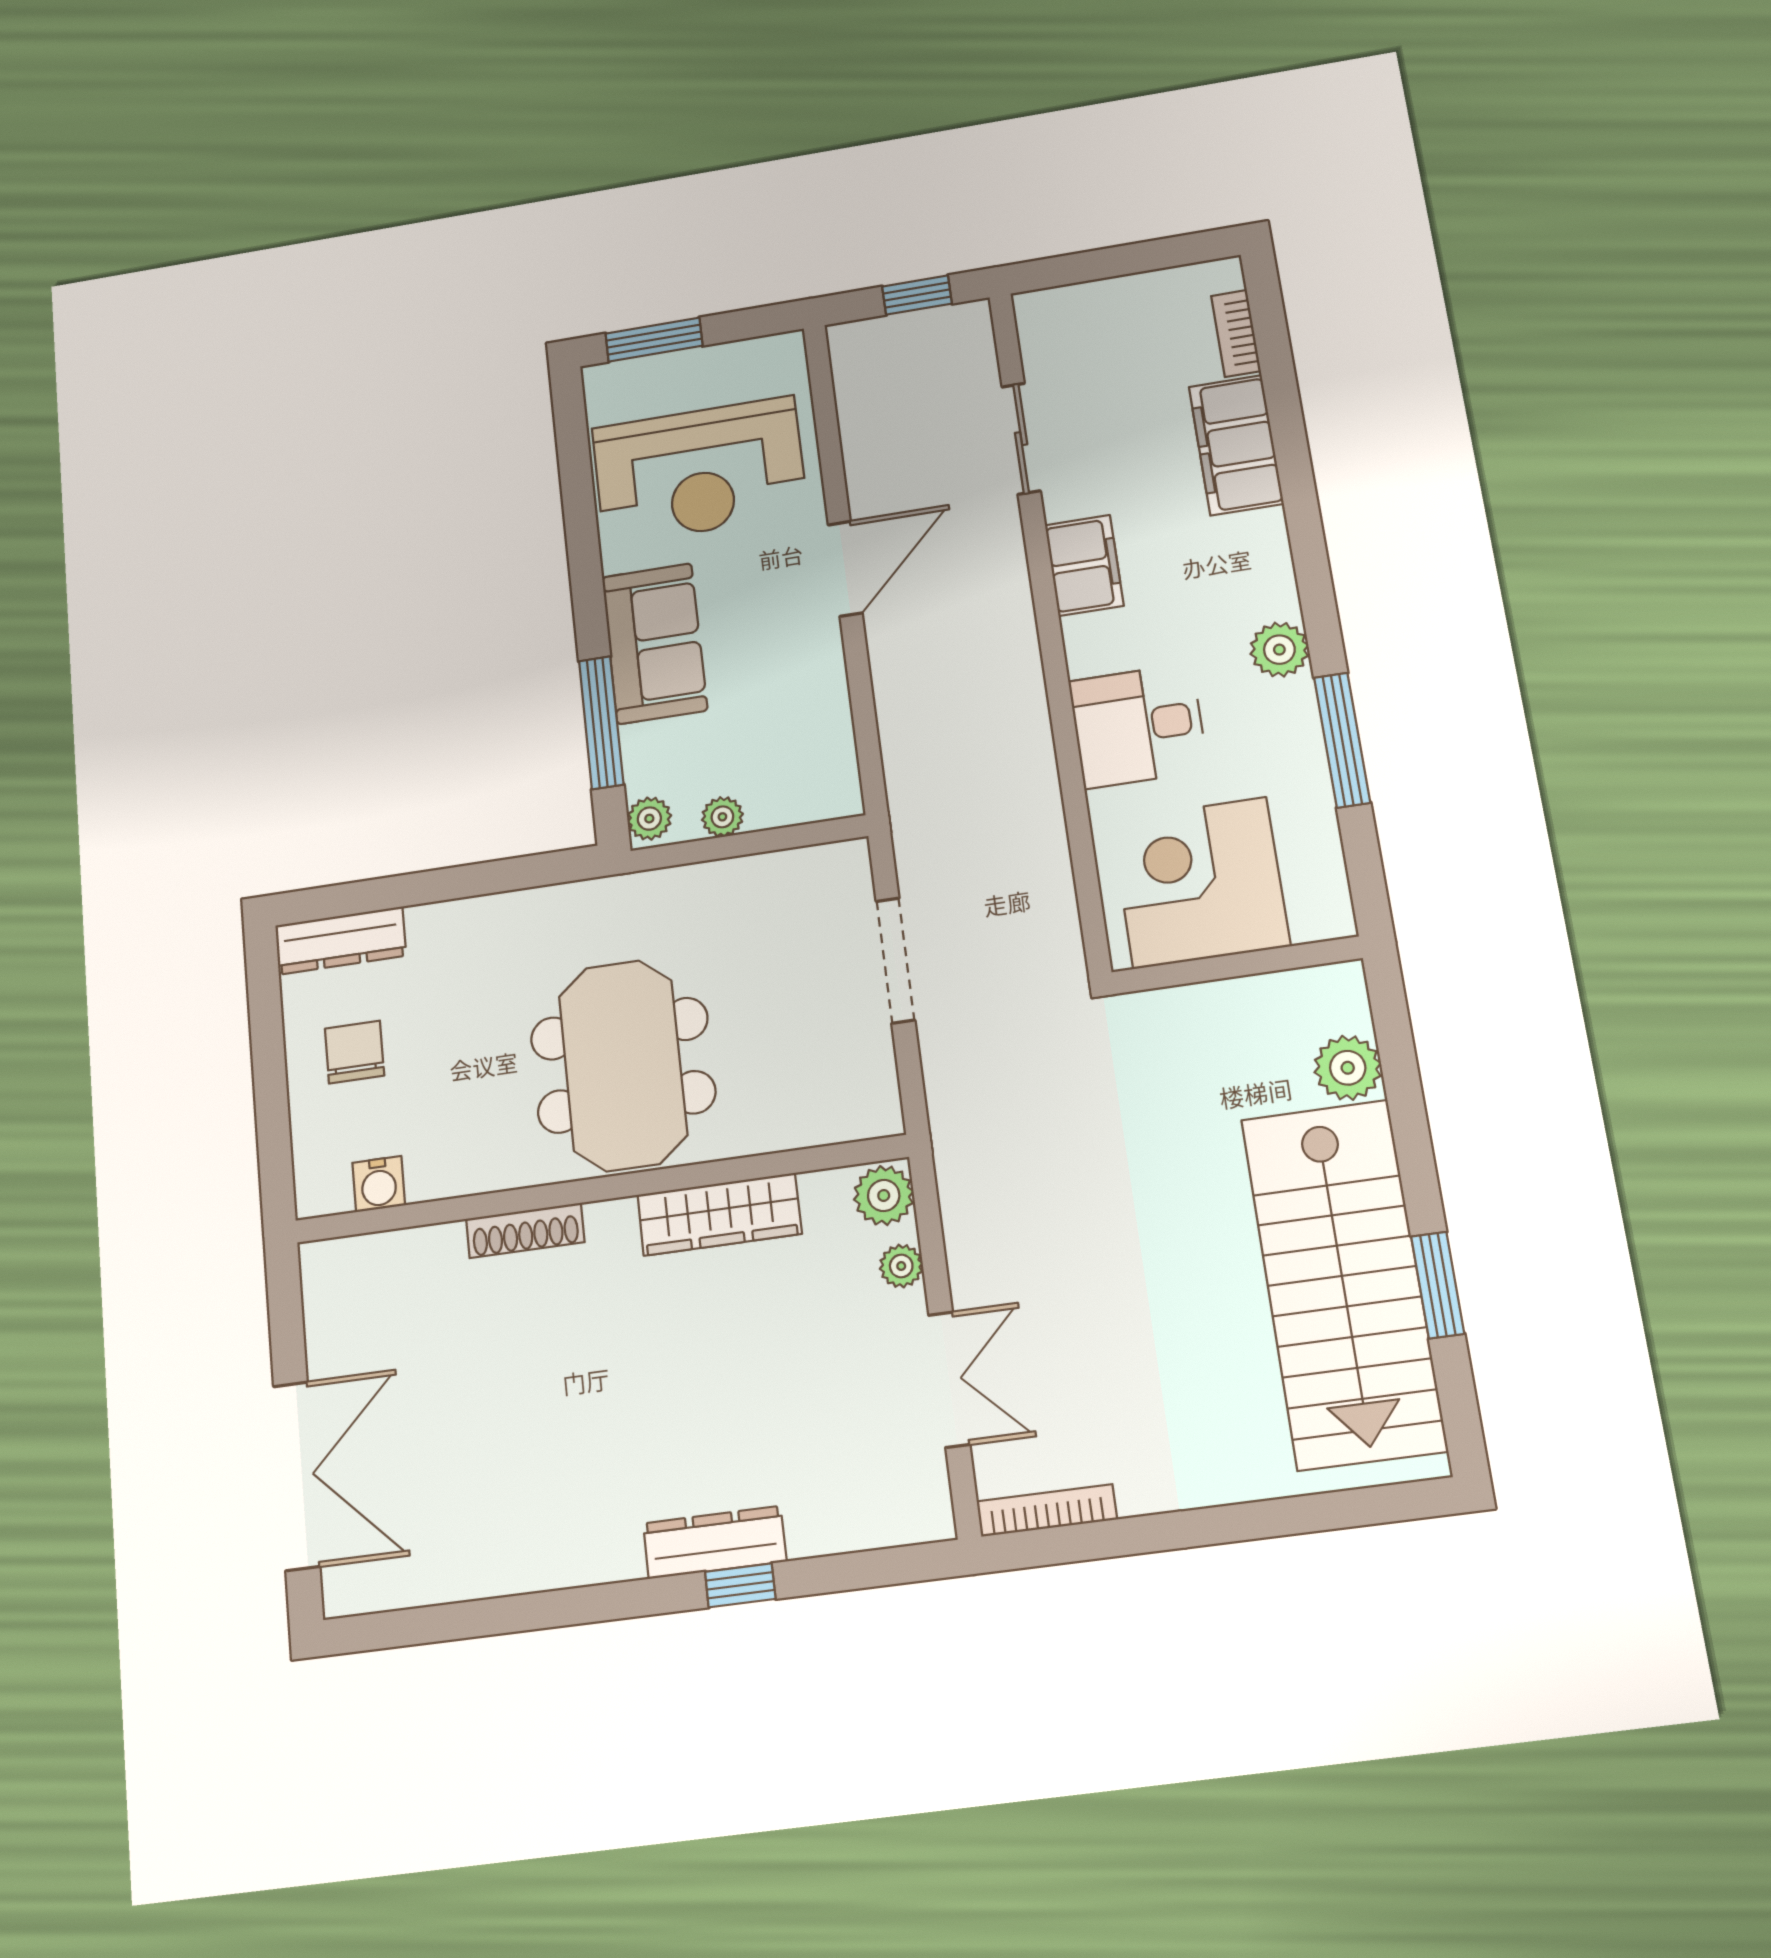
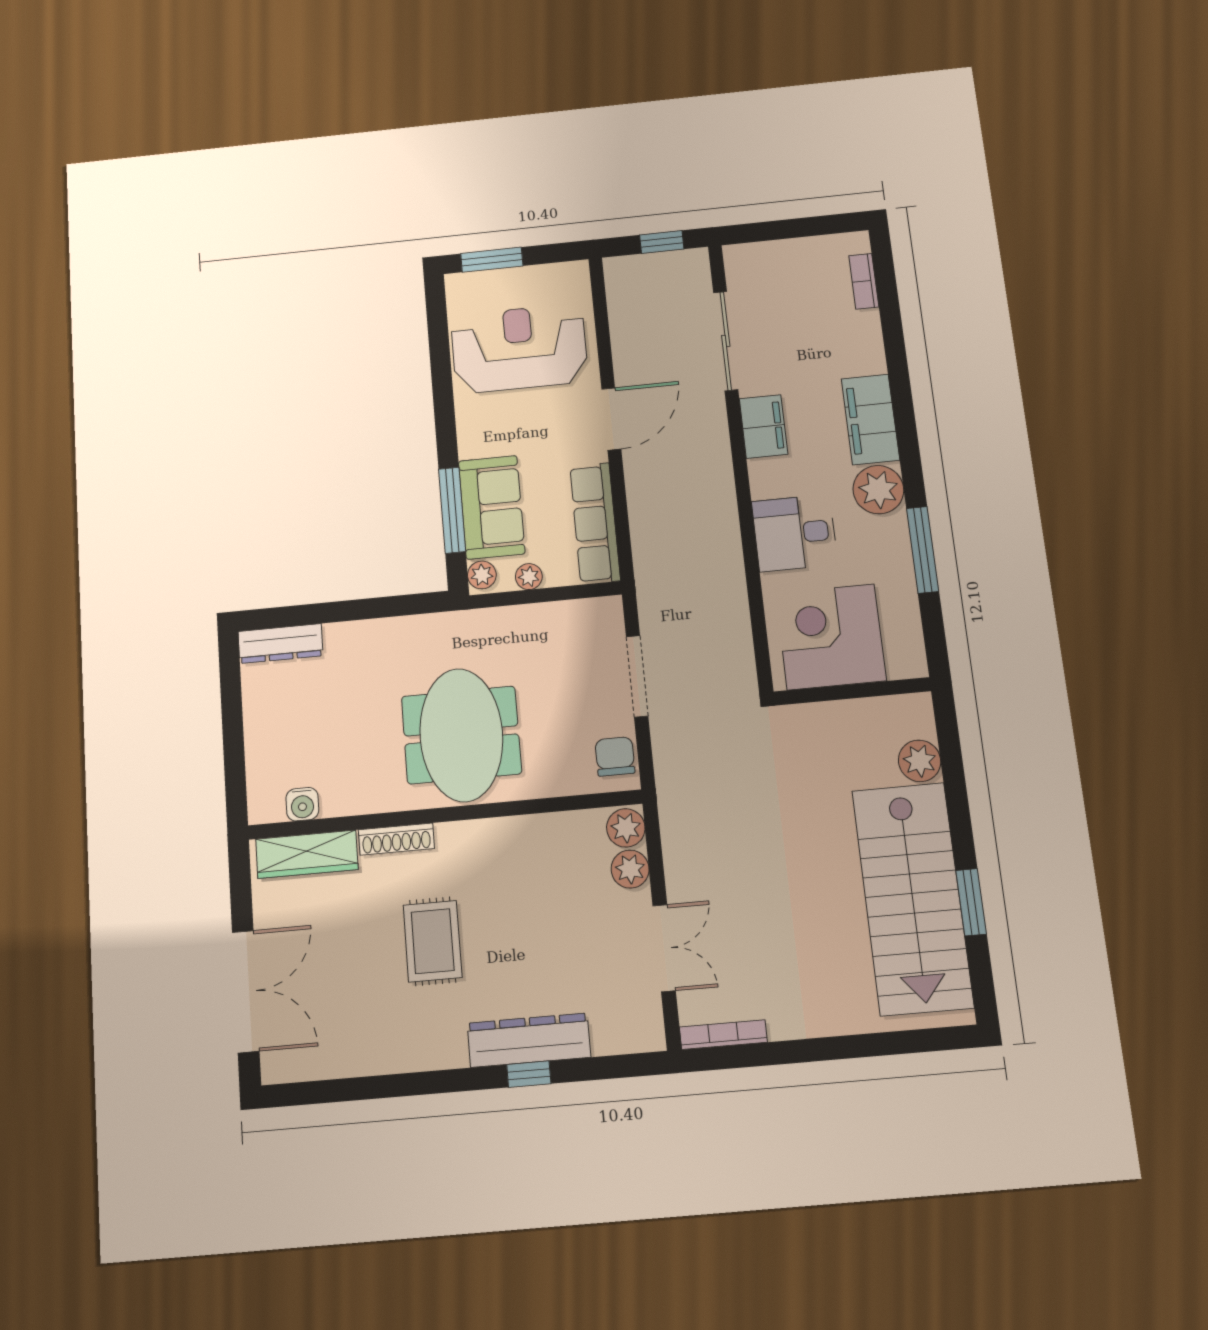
sliding door: (1021, 439) -> (726, 341), width x1.37
filing cabinet: (1236, 445) -> (870, 419), moved
reception desk: (699, 471) -> (519, 348), turned 180
sofa: (654, 643) -> (492, 507), moved
plant: (1279, 650) -> (878, 490), width x1.36, depth x1.36
row of seats: (824, 729) -> (595, 523), added
chair: (355, 1052) -> (615, 756), moved
wardrobe: (719, 1214) -> (307, 854), moved
plant: (901, 1266) -> (630, 869), width x1.38, depth x1.38
rug: (585, 1385) -> (433, 941), added
dresser: (715, 1542) -> (529, 1040), width x1.37, depth x1.24

